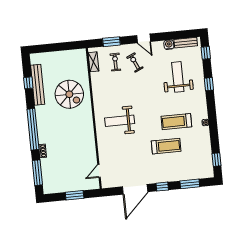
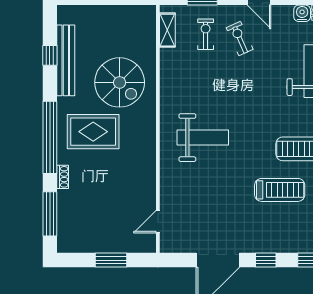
weight bench: (120, 121) -> (203, 138), turned 180
rug: (57, 124) -> (93, 132), added

